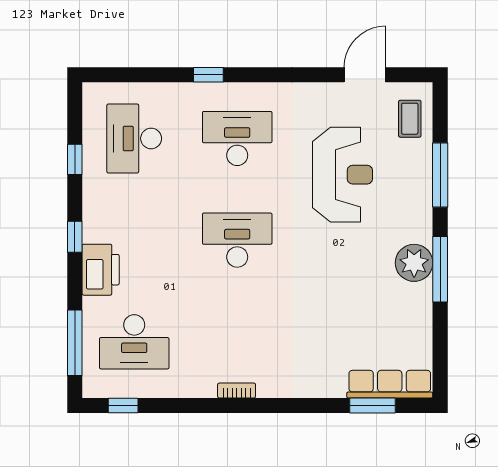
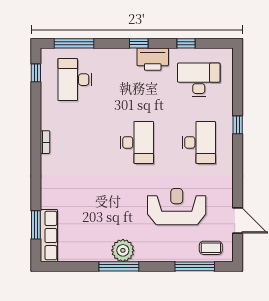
reception desk: (342, 175) -> (177, 207), turned 180
window: (440, 175) -> (195, 266), moved
printer: (101, 270) -> (153, 59), moved

